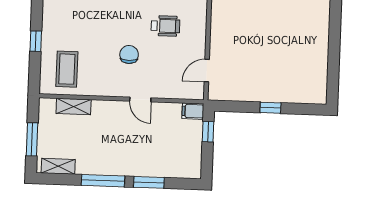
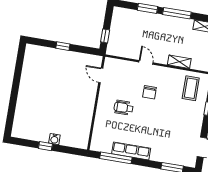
door: (207, 71) -> (101, 75), swing flipped
shelving: (74, 107) -> (179, 62), moved
filing cabinet: (193, 111) -> (113, 50), removed

